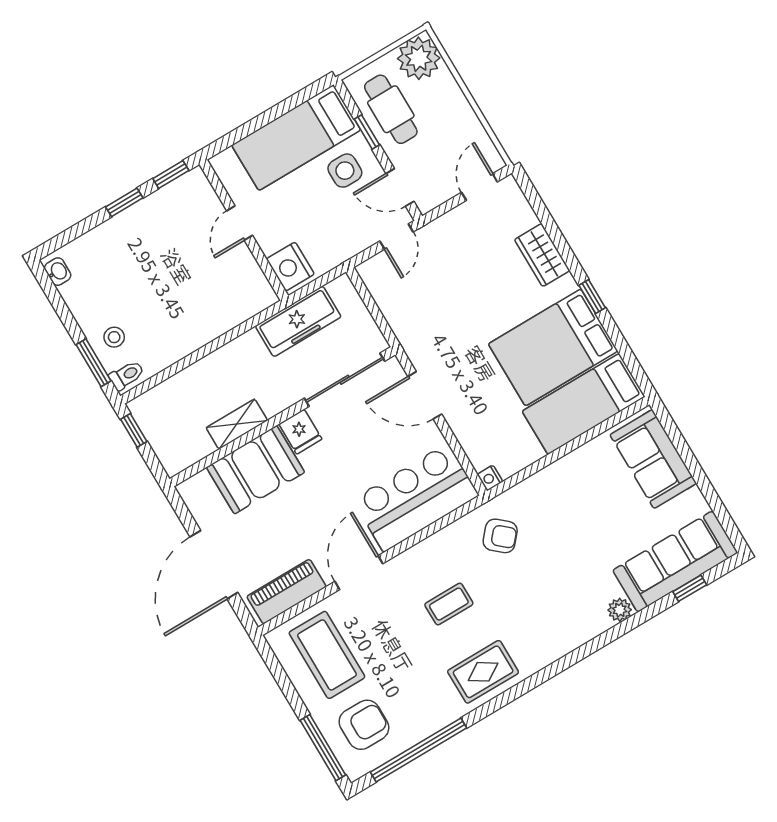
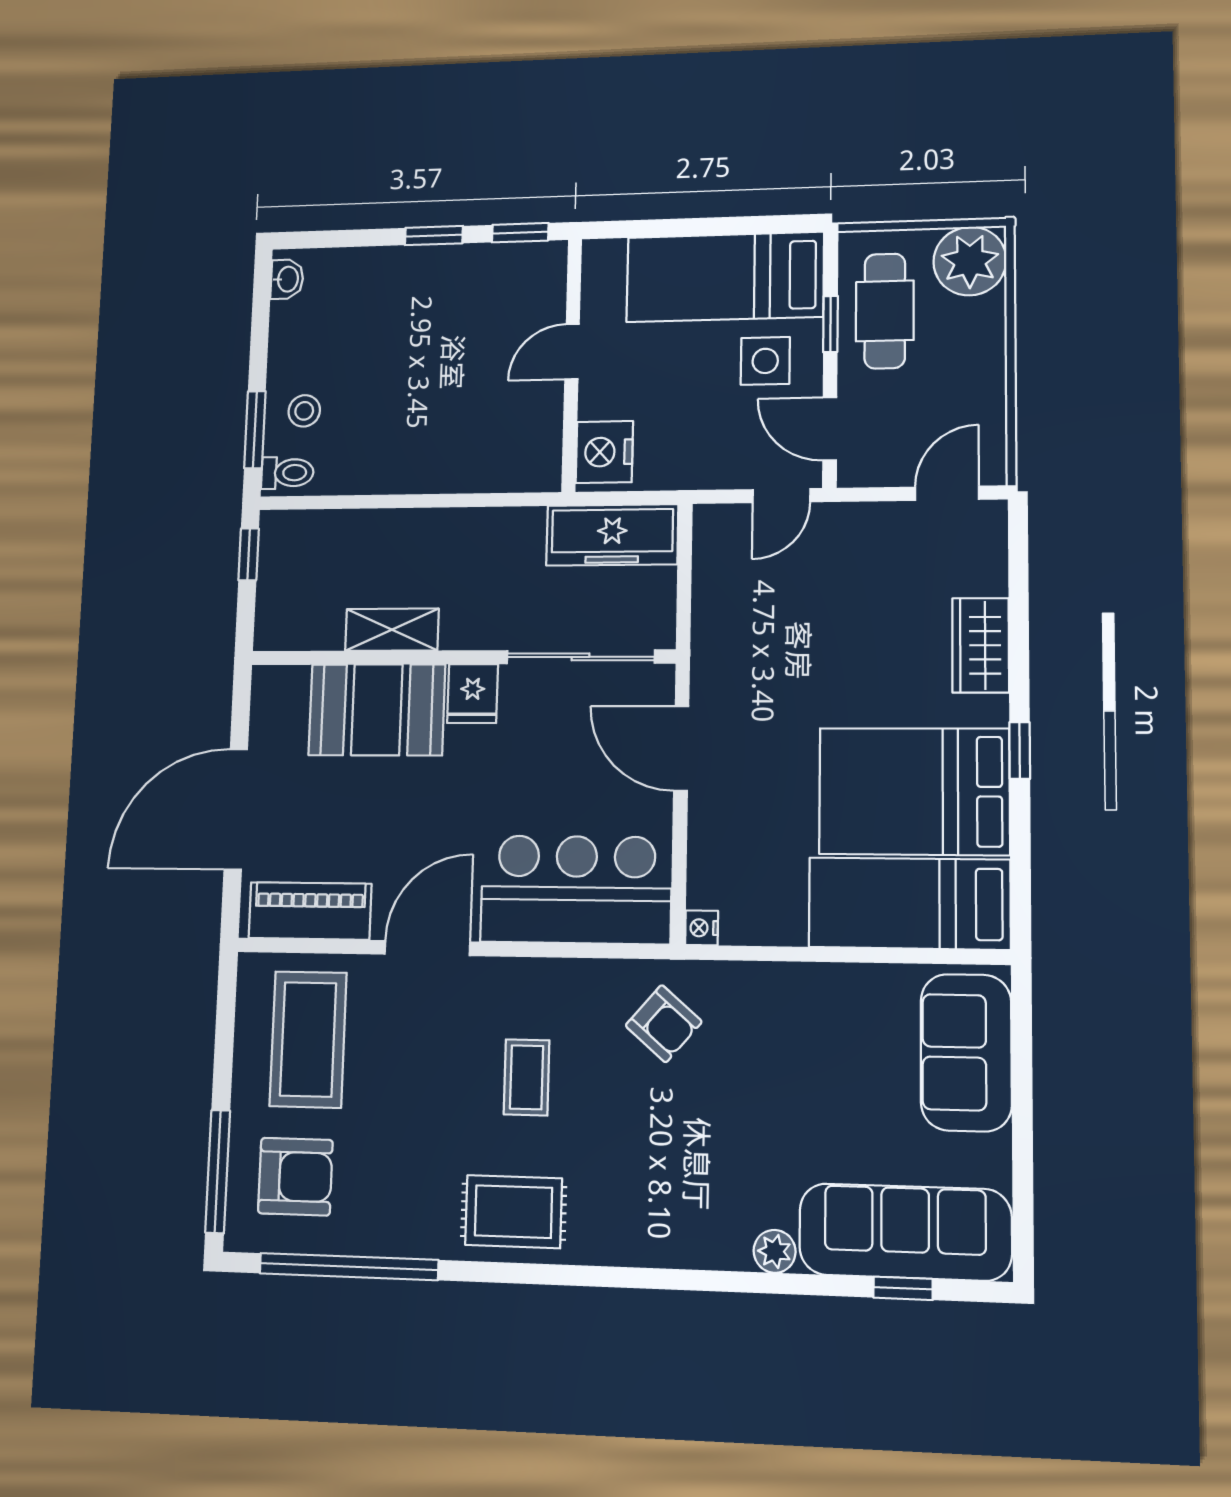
freezer: (298, 321) -> (612, 535), moved
coffee table: (449, 604) -> (527, 1077), turned 90

